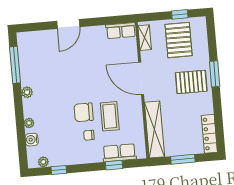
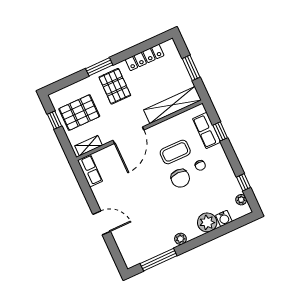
plant: (29, 123) -> (207, 222), width x1.87, depth x1.87
locker: (209, 134) -> (145, 57), moved

